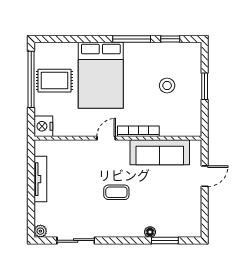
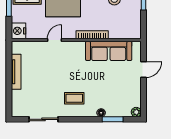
door: (106, 138) -> (54, 40), moved
coffee table: (116, 192) -> (74, 98), moved
plant: (40, 231) -> (136, 112), moved

